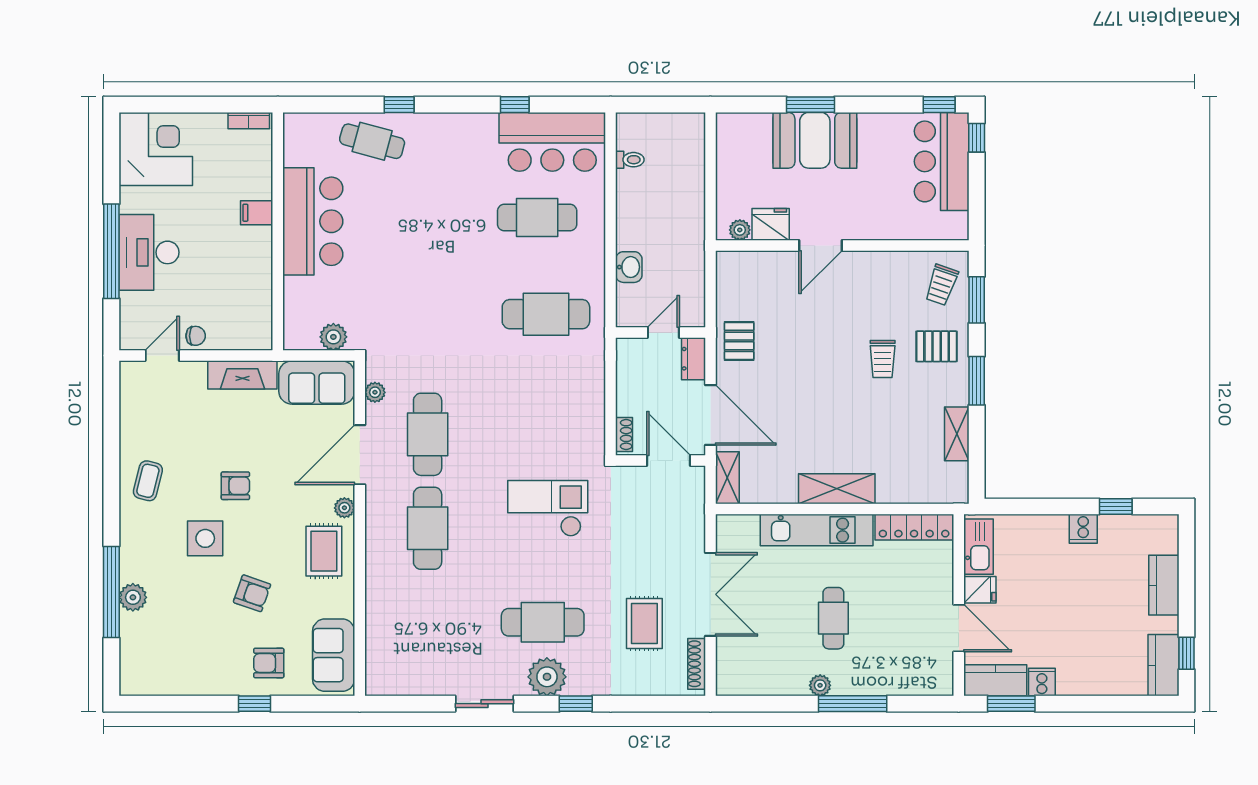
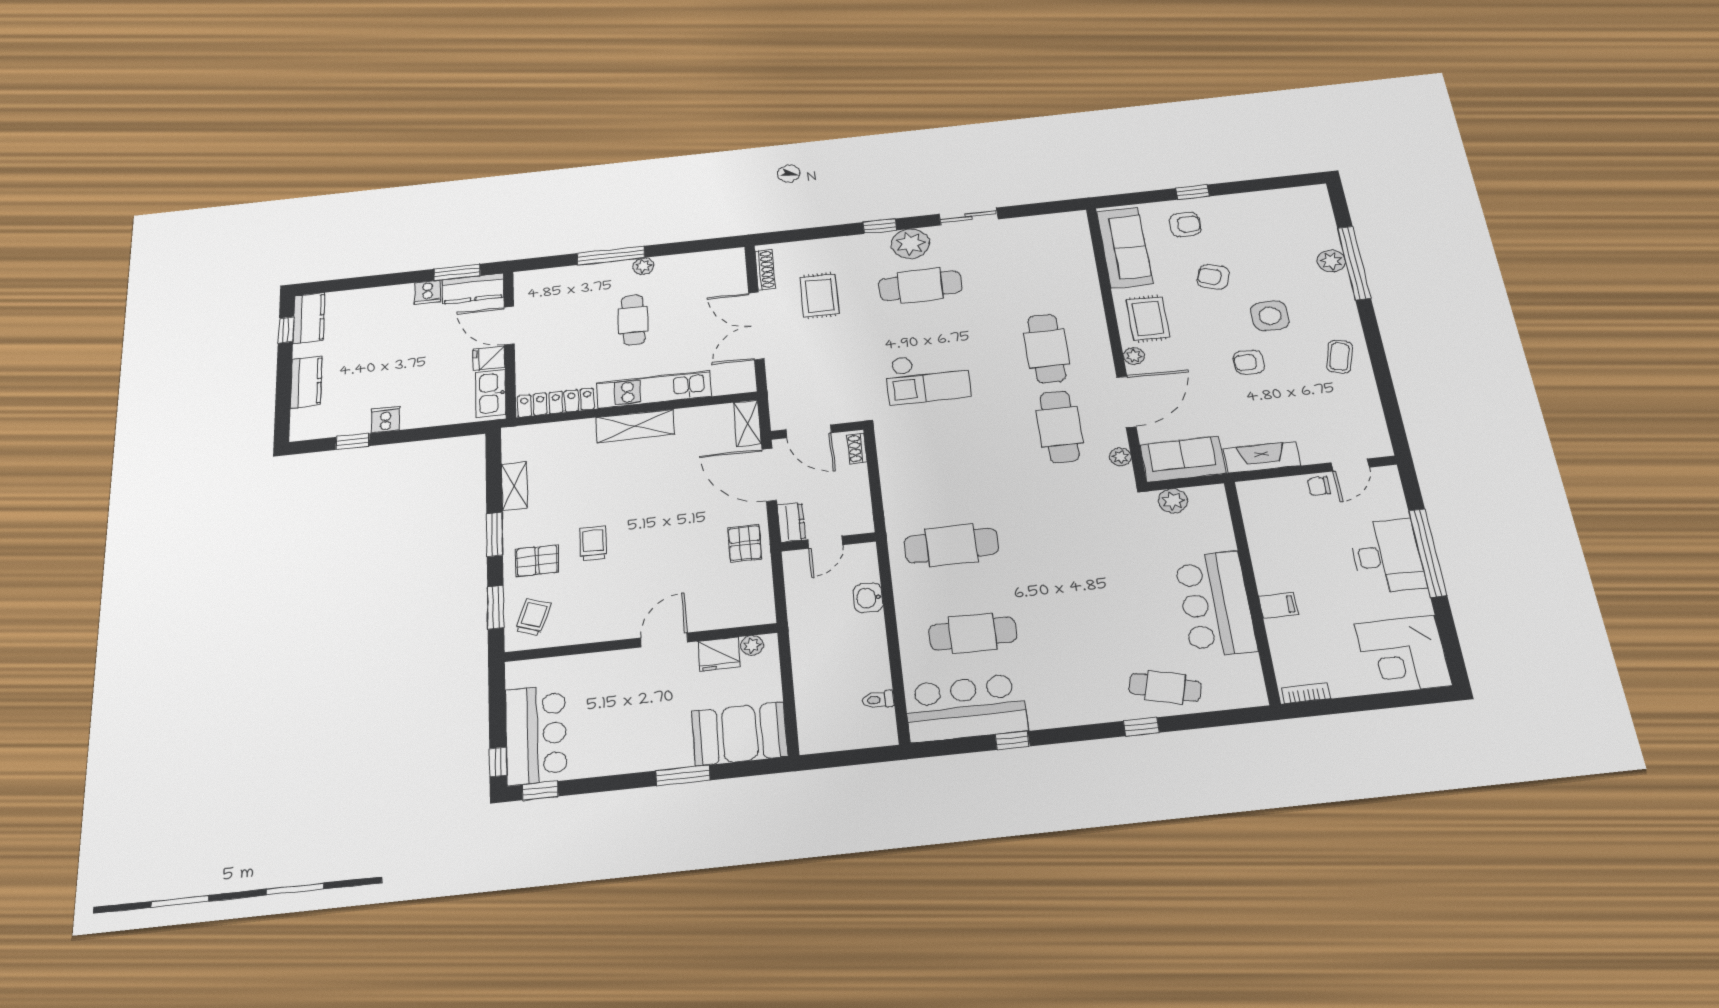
booth: (815, 140) -> (740, 734), moved
sofa: (334, 655) -> (1124, 248), width x1.36

